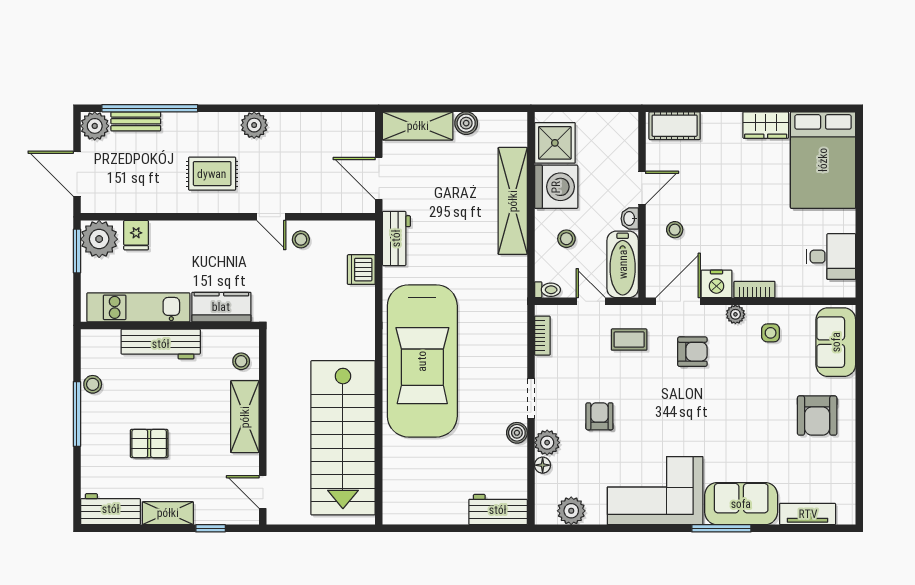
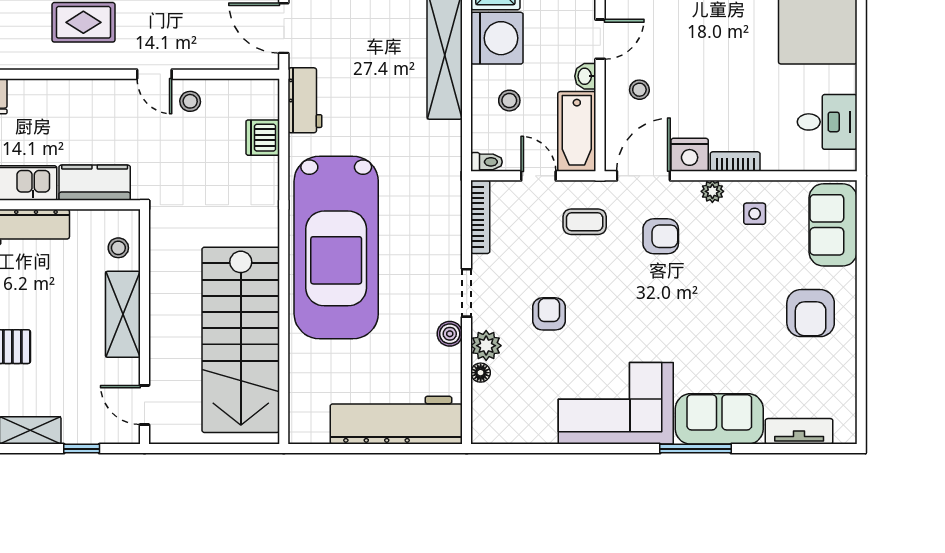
bookcase: (542, 336) -> (480, 217), width x1.56
workbench: (498, 510) -> (396, 420), width x1.87, depth x1.32
plant: (571, 511) -> (515, 427), removed

